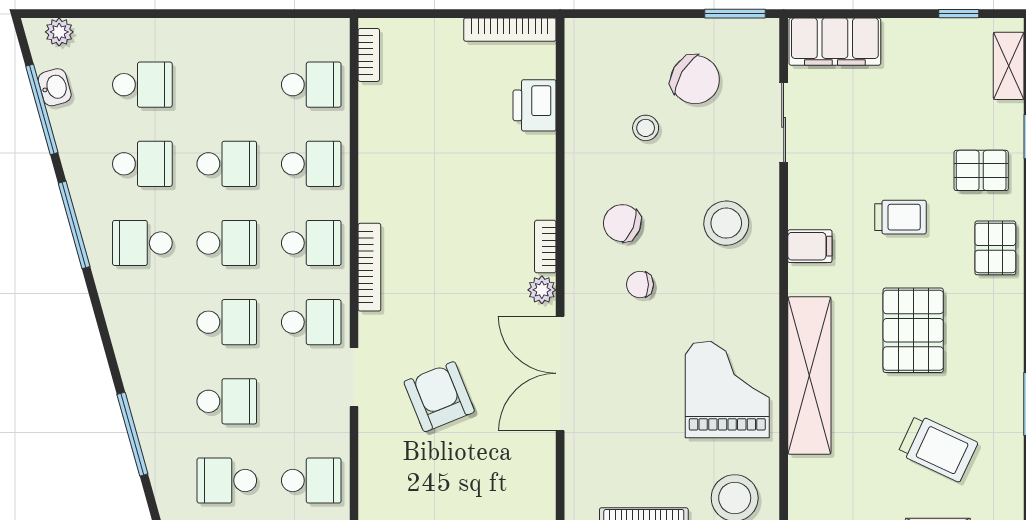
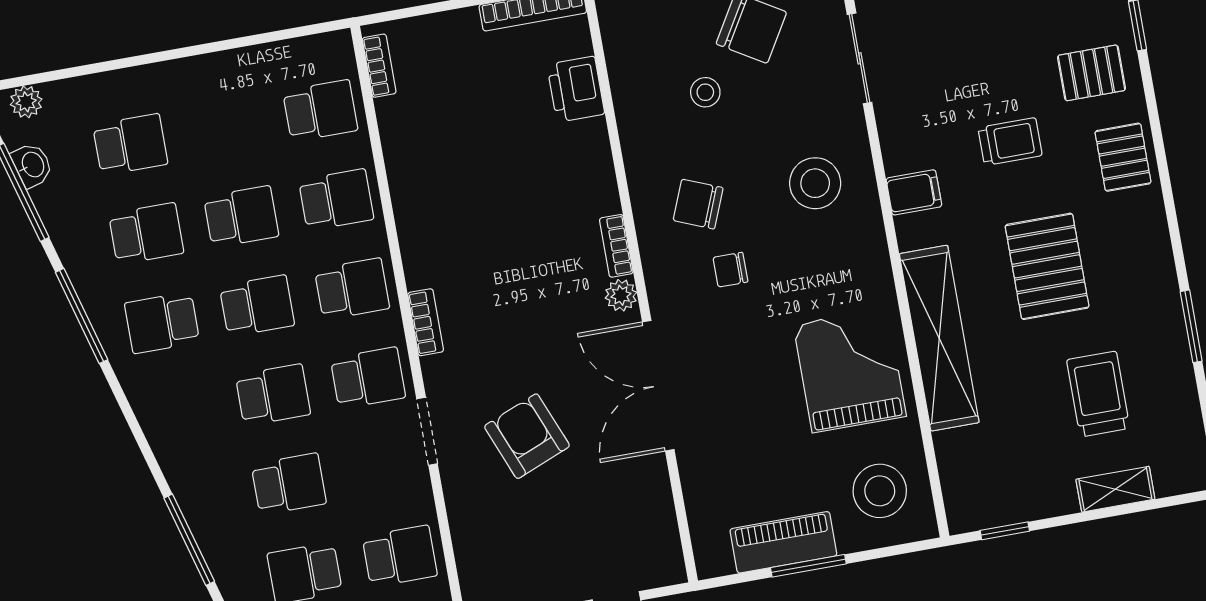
bookcase: (369, 267) -> (426, 322), width x0.64
trolley: (938, 448) -> (1098, 394), turned -115

